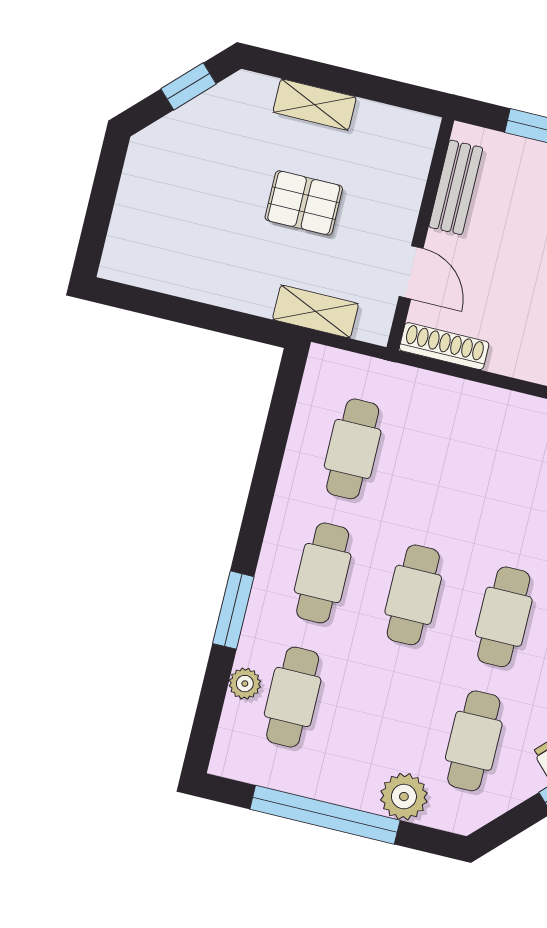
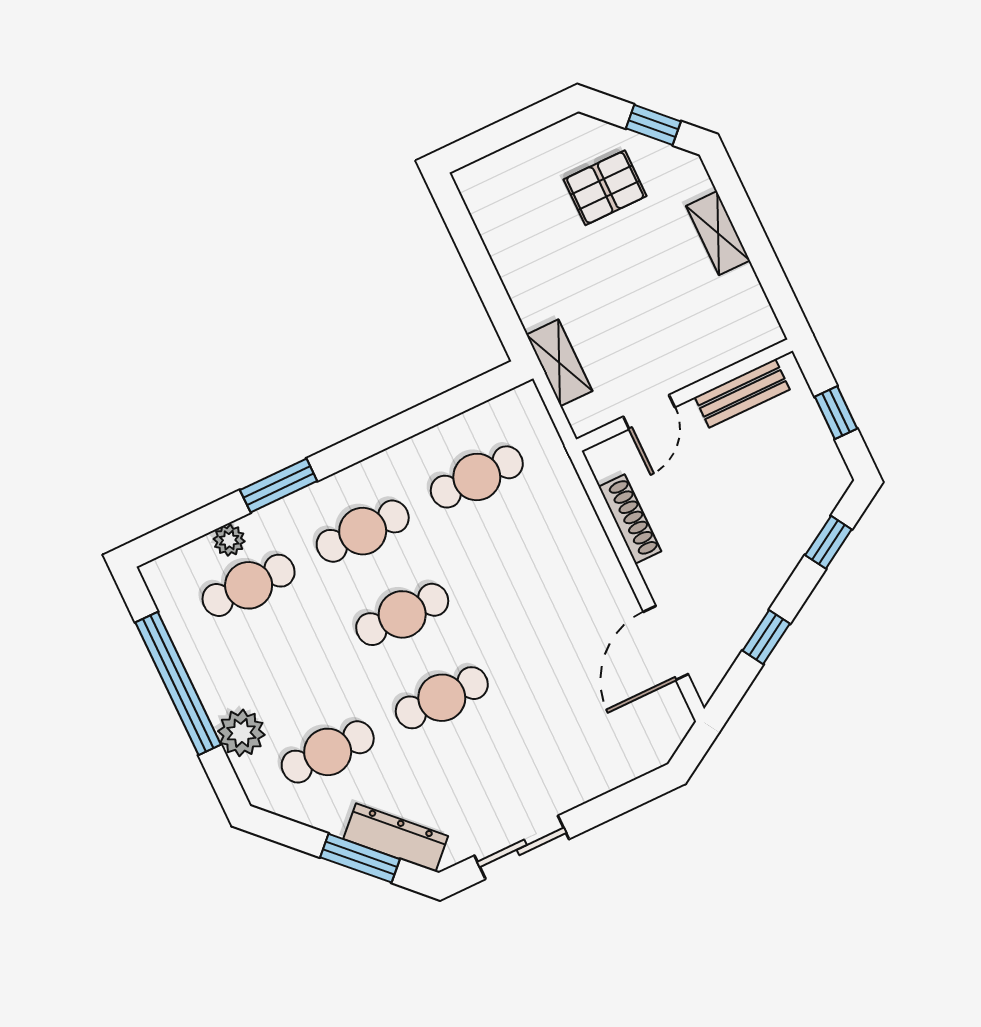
pallet: (304, 203) -> (605, 188), moved, turned 90
shoe rack: (444, 346) -> (630, 519), moved

